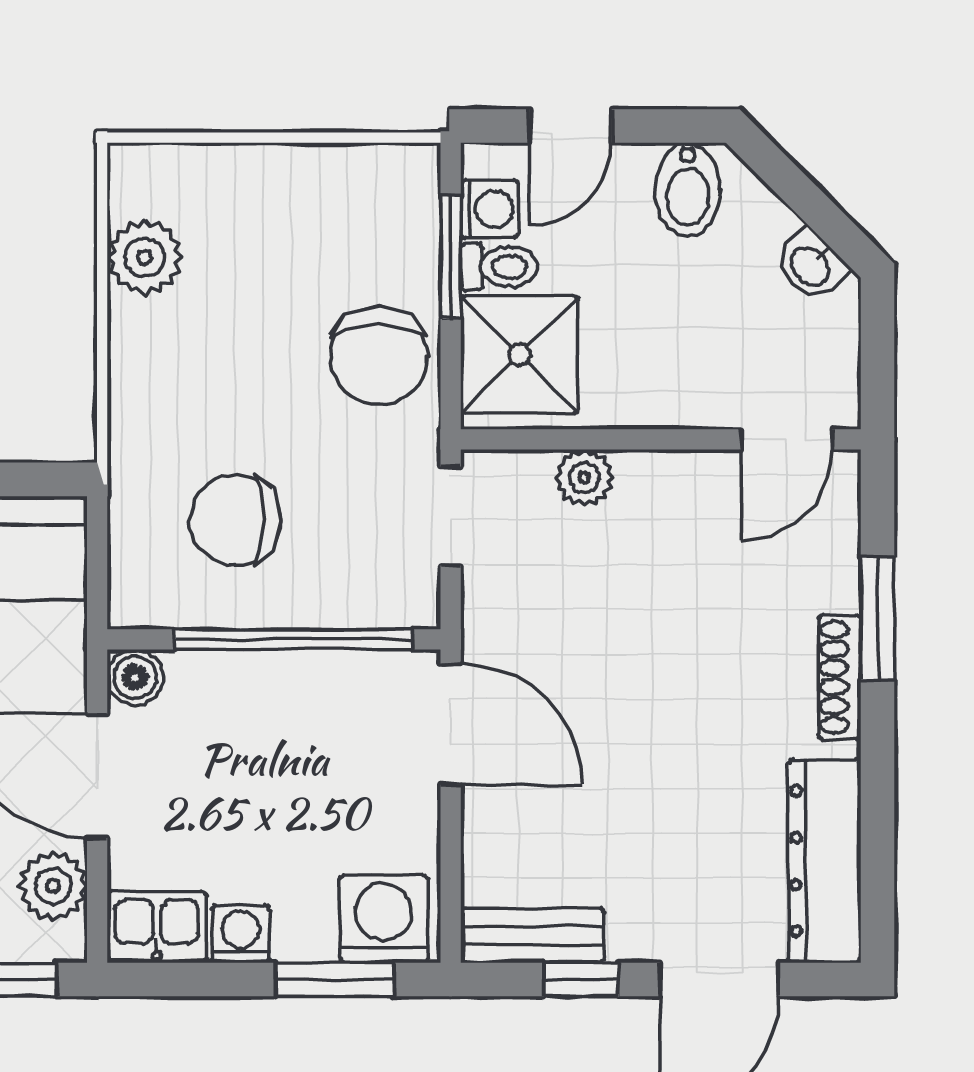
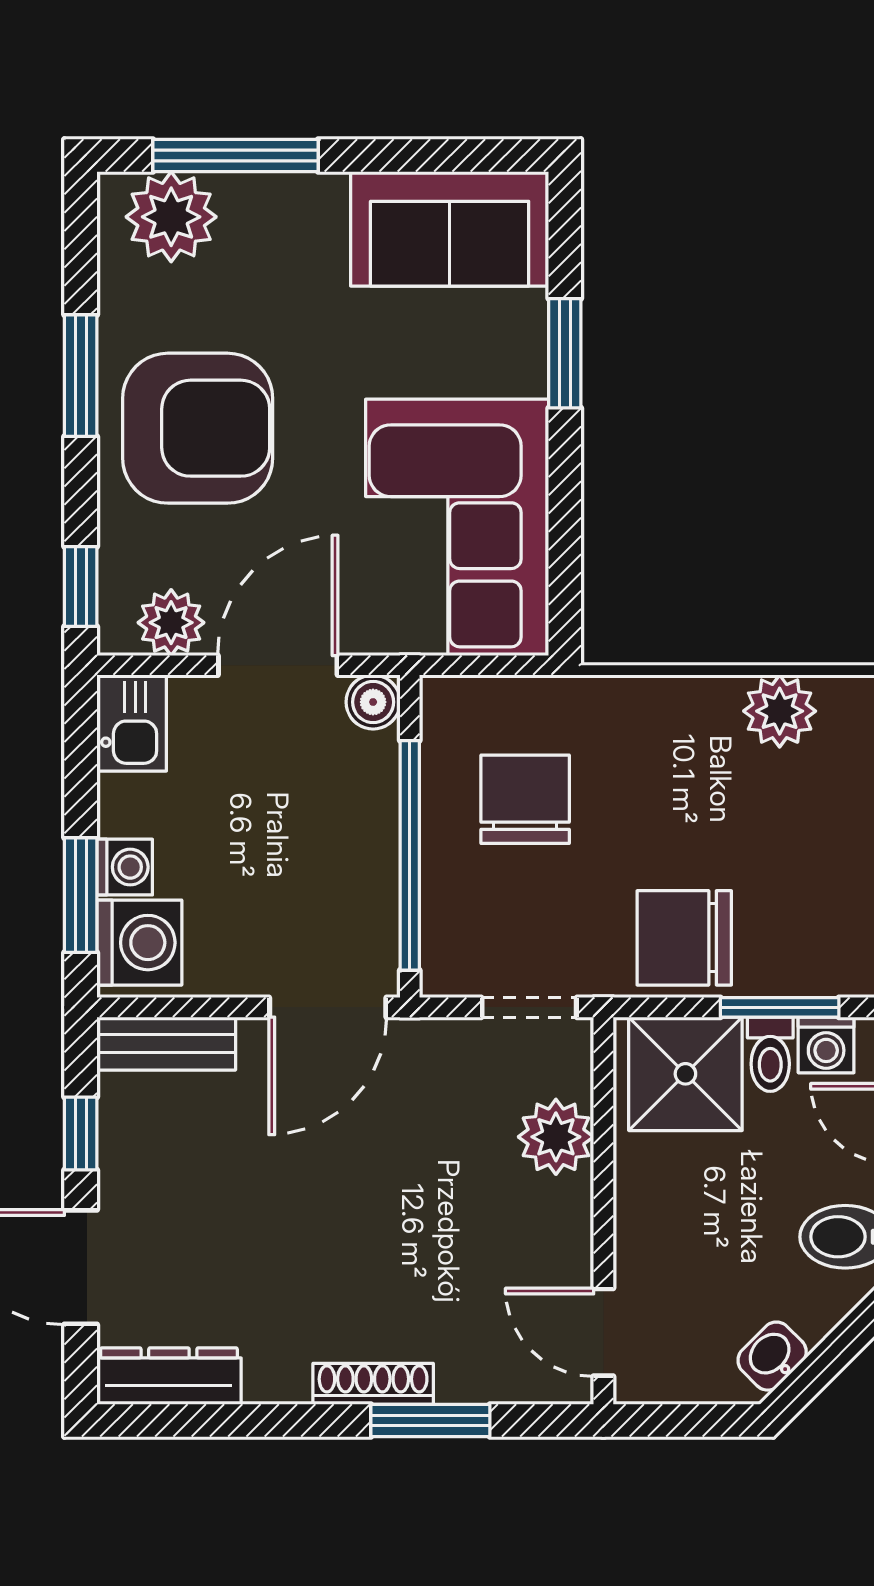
plant: (584, 478) -> (556, 1137), width x1.38, depth x1.38
dresser: (824, 861) -> (169, 1376), width x0.73, depth x0.80
washing machine: (241, 934) -> (125, 867), moved
bench: (532, 935) -> (166, 1044), moved, turned 90

